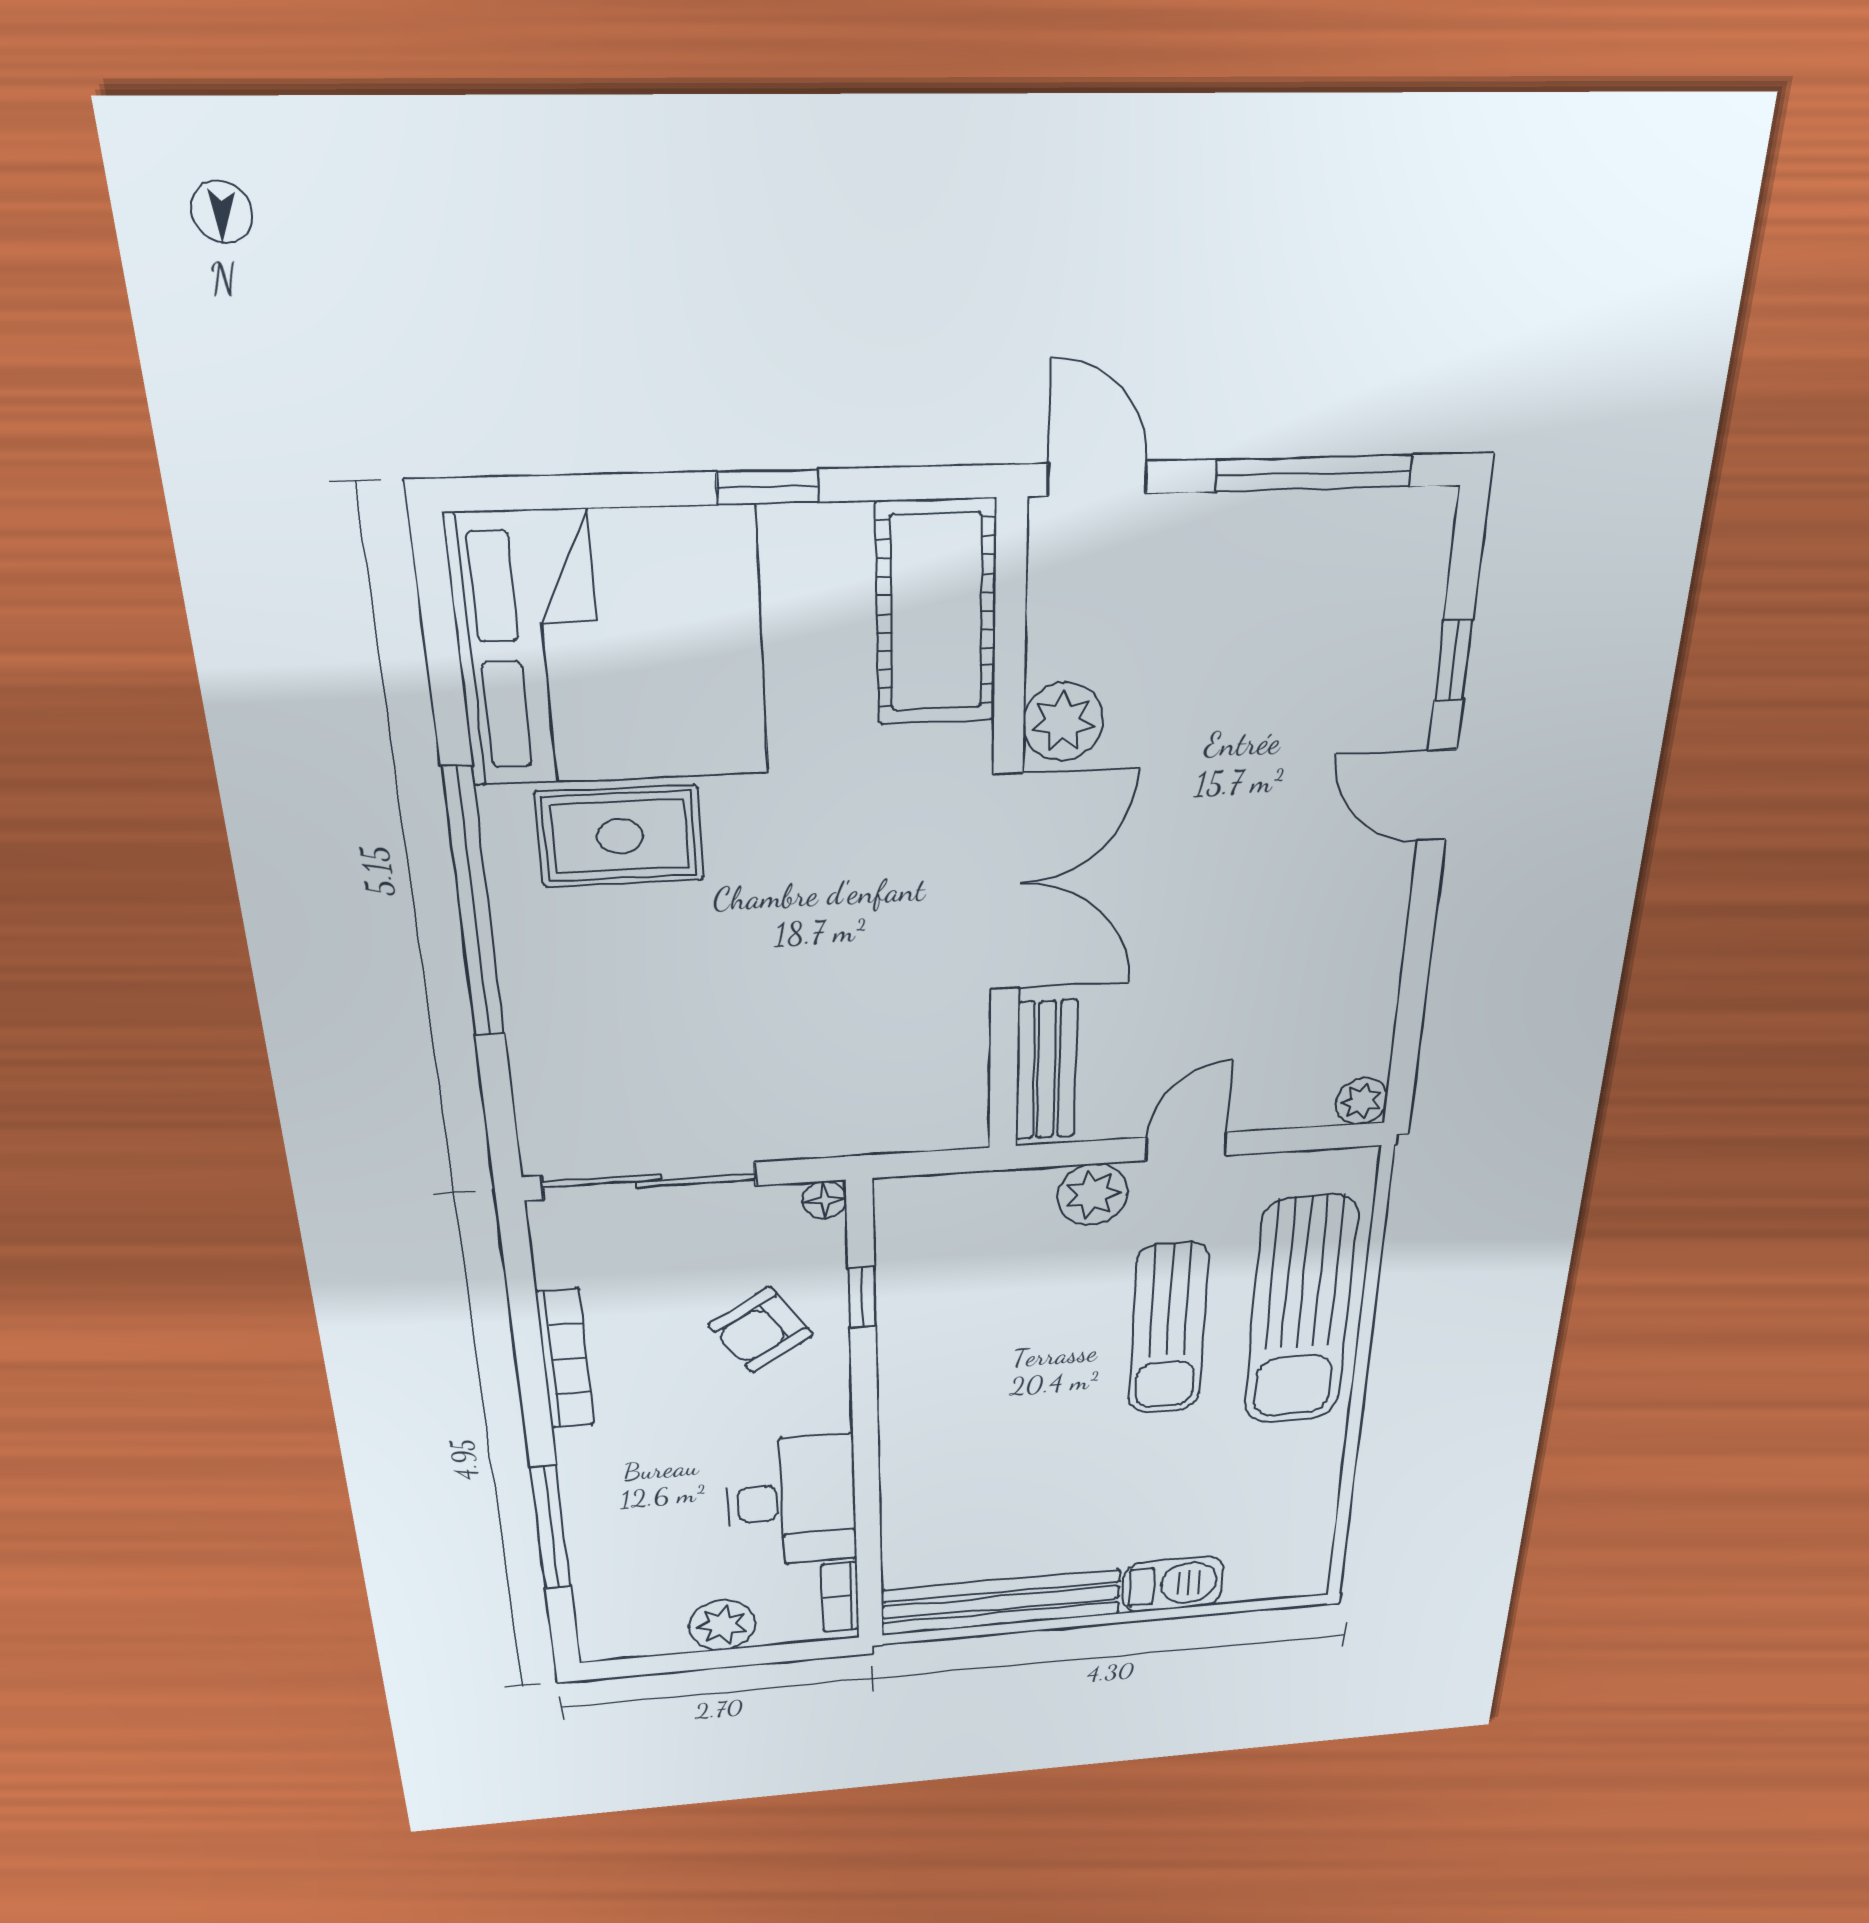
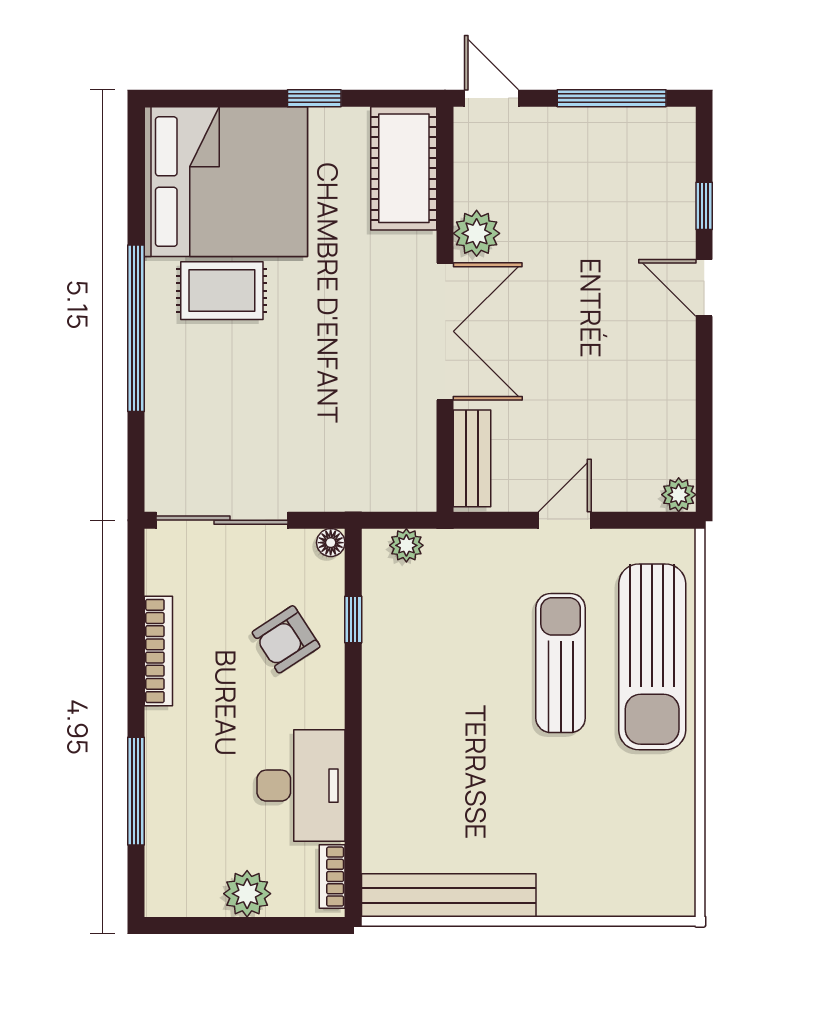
plant: (1093, 1194) -> (406, 545), moved, width x0.73, depth x0.73
sun lounger: (1168, 1329) -> (561, 663), turned 180
barbecue: (1173, 1584) -> (576, 893), removed

